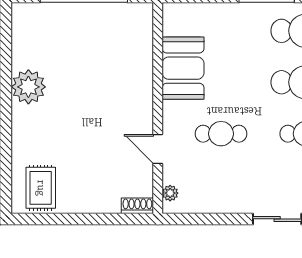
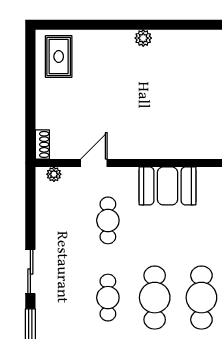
plant: (28, 87) -> (143, 38), width x0.53, depth x0.53
rug: (41, 188) -> (59, 57), turned 90

